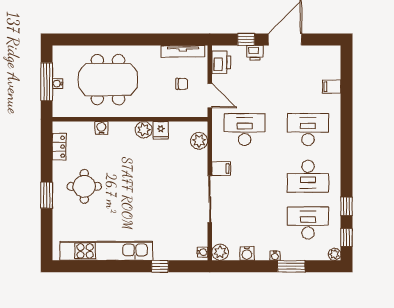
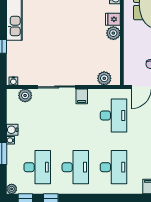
fridge: (161, 130) -> (113, 19), moved
desk: (308, 176) -> (75, 167), turned 180
plant: (220, 252) -> (25, 95), moved
water cooler: (247, 254) -> (12, 130), moved

